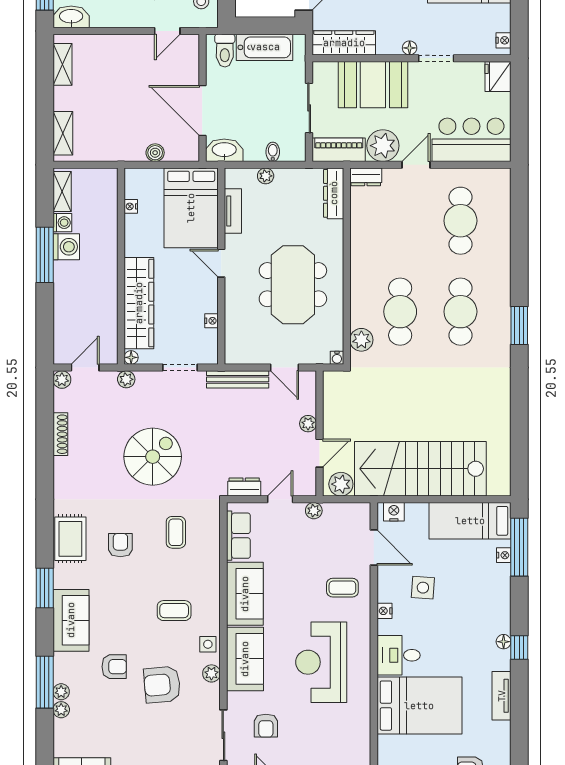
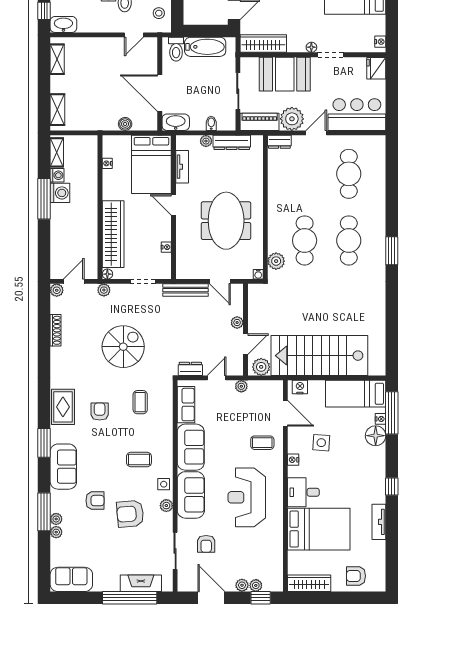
dresser: (334, 193) -> (232, 142), moved, turned -90
floor lamp: (504, 642) -> (376, 436), moved, width x1.89, depth x1.89

